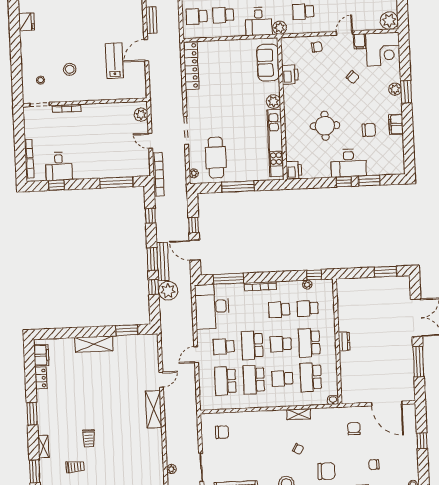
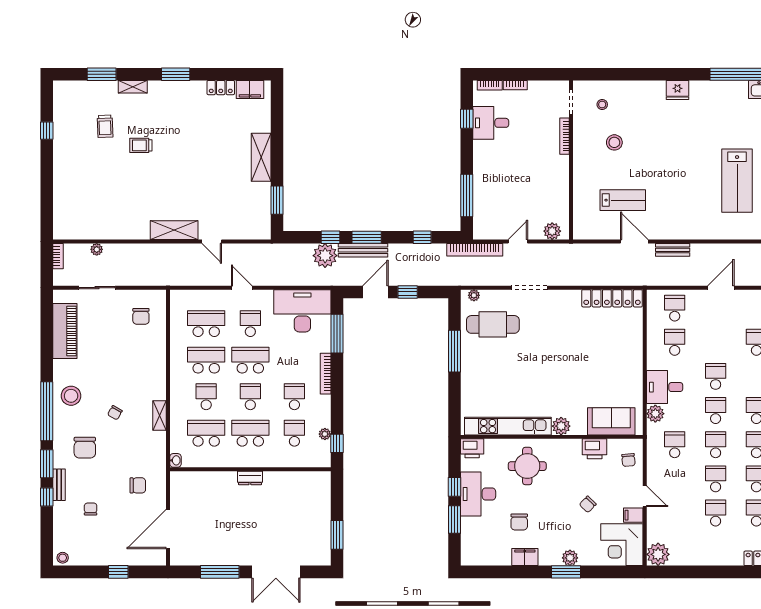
sofa: (268, 63) -> (611, 421), moved
printer: (290, 75) -> (595, 449), moved
plant: (273, 102) -> (561, 426), moved
wall: (282, 108) -> (552, 437), moved
kitchen unit: (275, 143) -> (508, 426), moved
printer: (294, 170) -> (472, 448), moved

